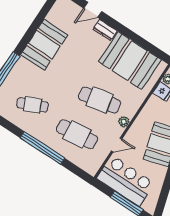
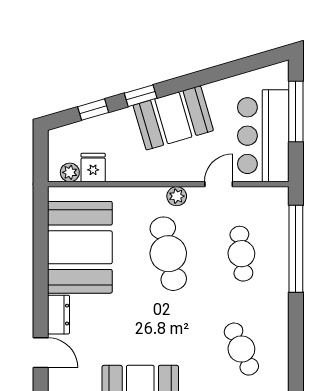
cafe table: (77, 134) -> (241, 254), width x0.73, depth x0.74
door: (117, 145) -> (219, 184), hinge flipped
window: (42, 148) -> (296, 249), moved

